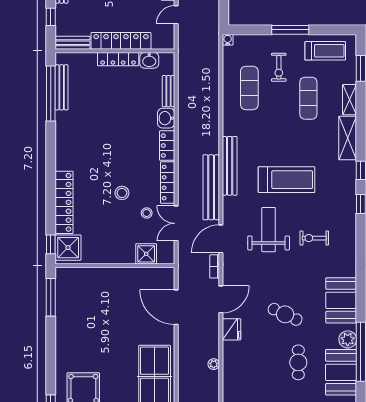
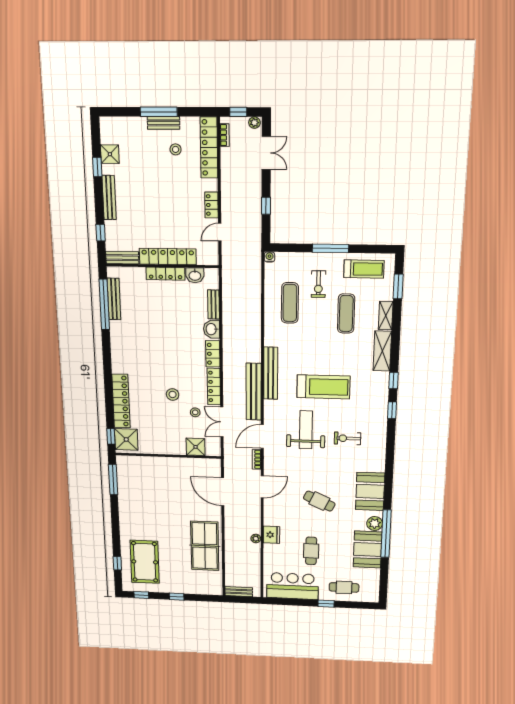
fridge: (232, 329) -> (271, 535), moved
cafe table: (298, 362) -> (311, 551), moved

